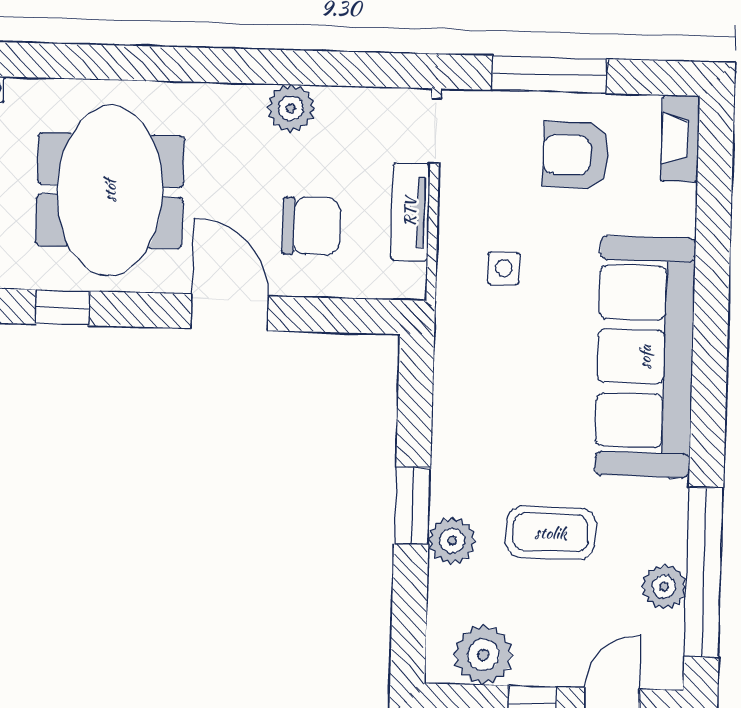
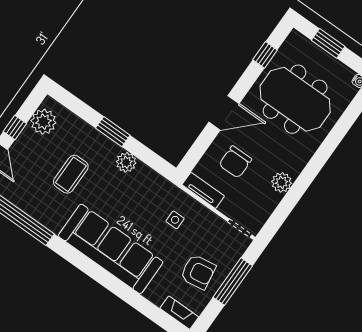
armchair: (576, 155) -> (198, 272), turned 80
tv unit: (410, 212) -> (203, 190), moved
plant: (452, 541) -> (126, 162), moved
plant: (664, 587) -> (25, 201), removed

